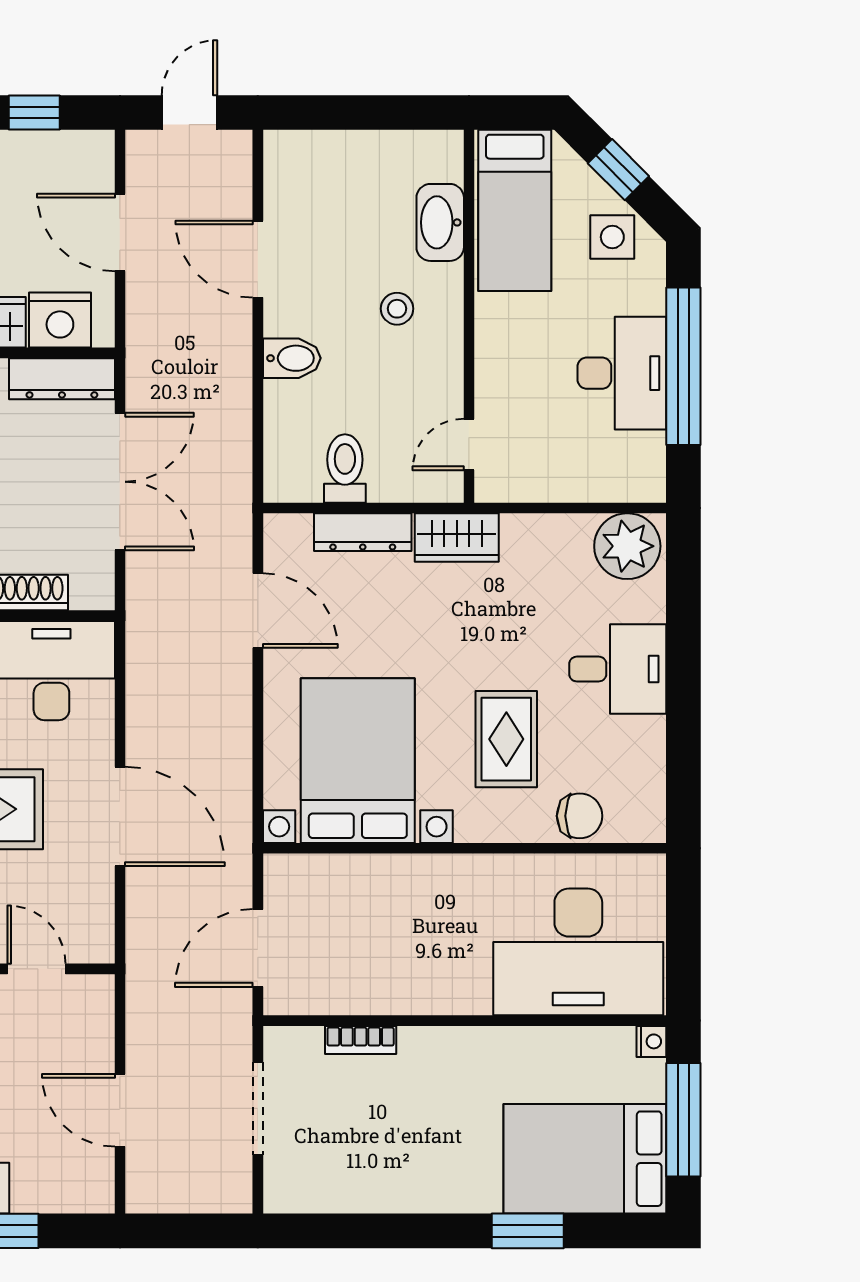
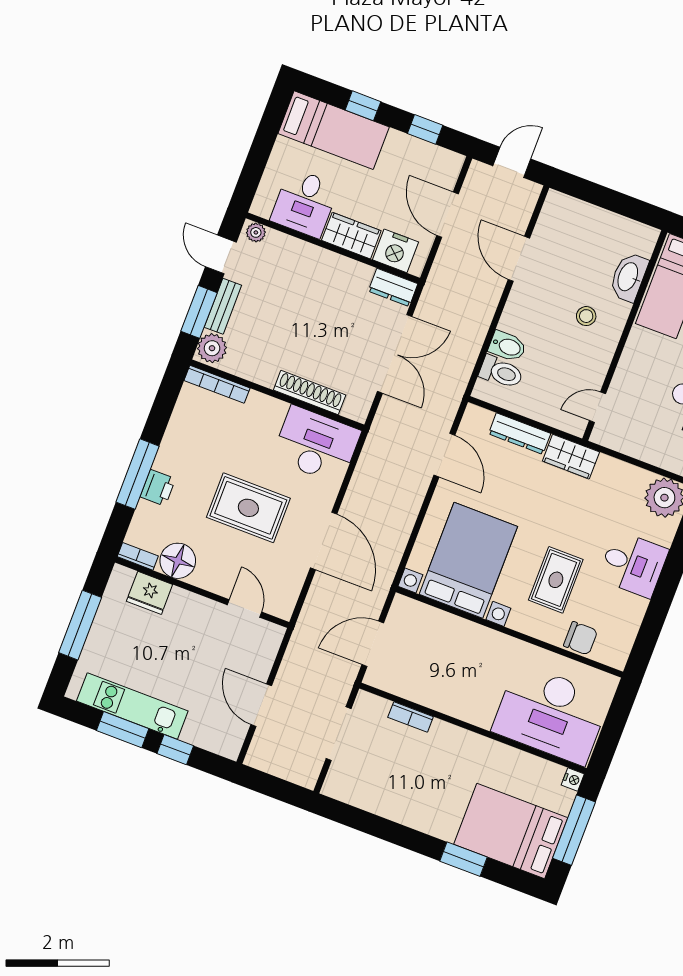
bidet: (292, 358) -> (507, 346), moved
dresser: (62, 379) -> (393, 287), width x0.70
toilet: (345, 469) -> (501, 372), moved, turned 90

